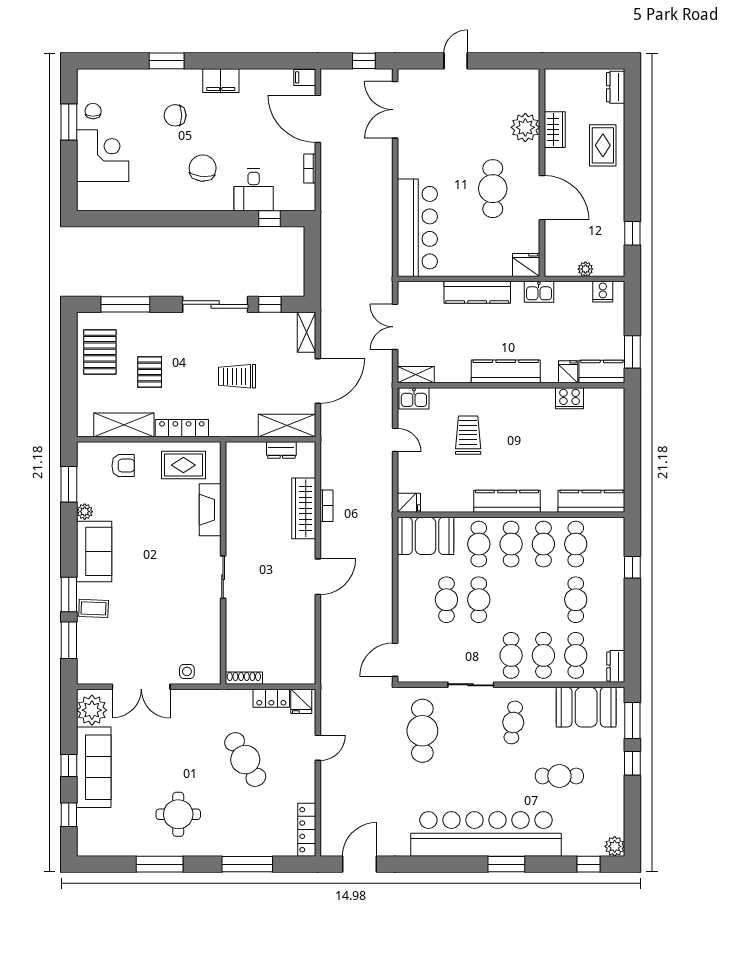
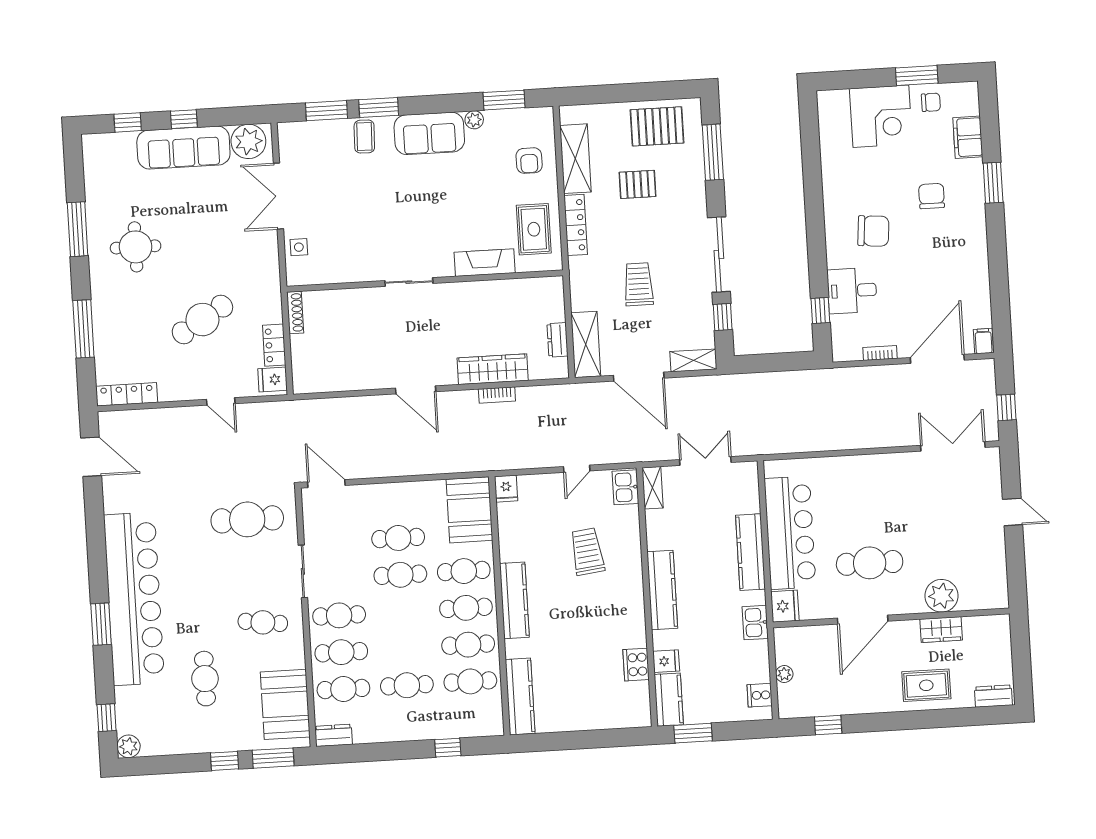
filing cabinet: (221, 81) -> (968, 137), moved
bar counter: (417, 228) -> (790, 533), moved, turned -90
trolley: (468, 435) -> (587, 552), turned -97

